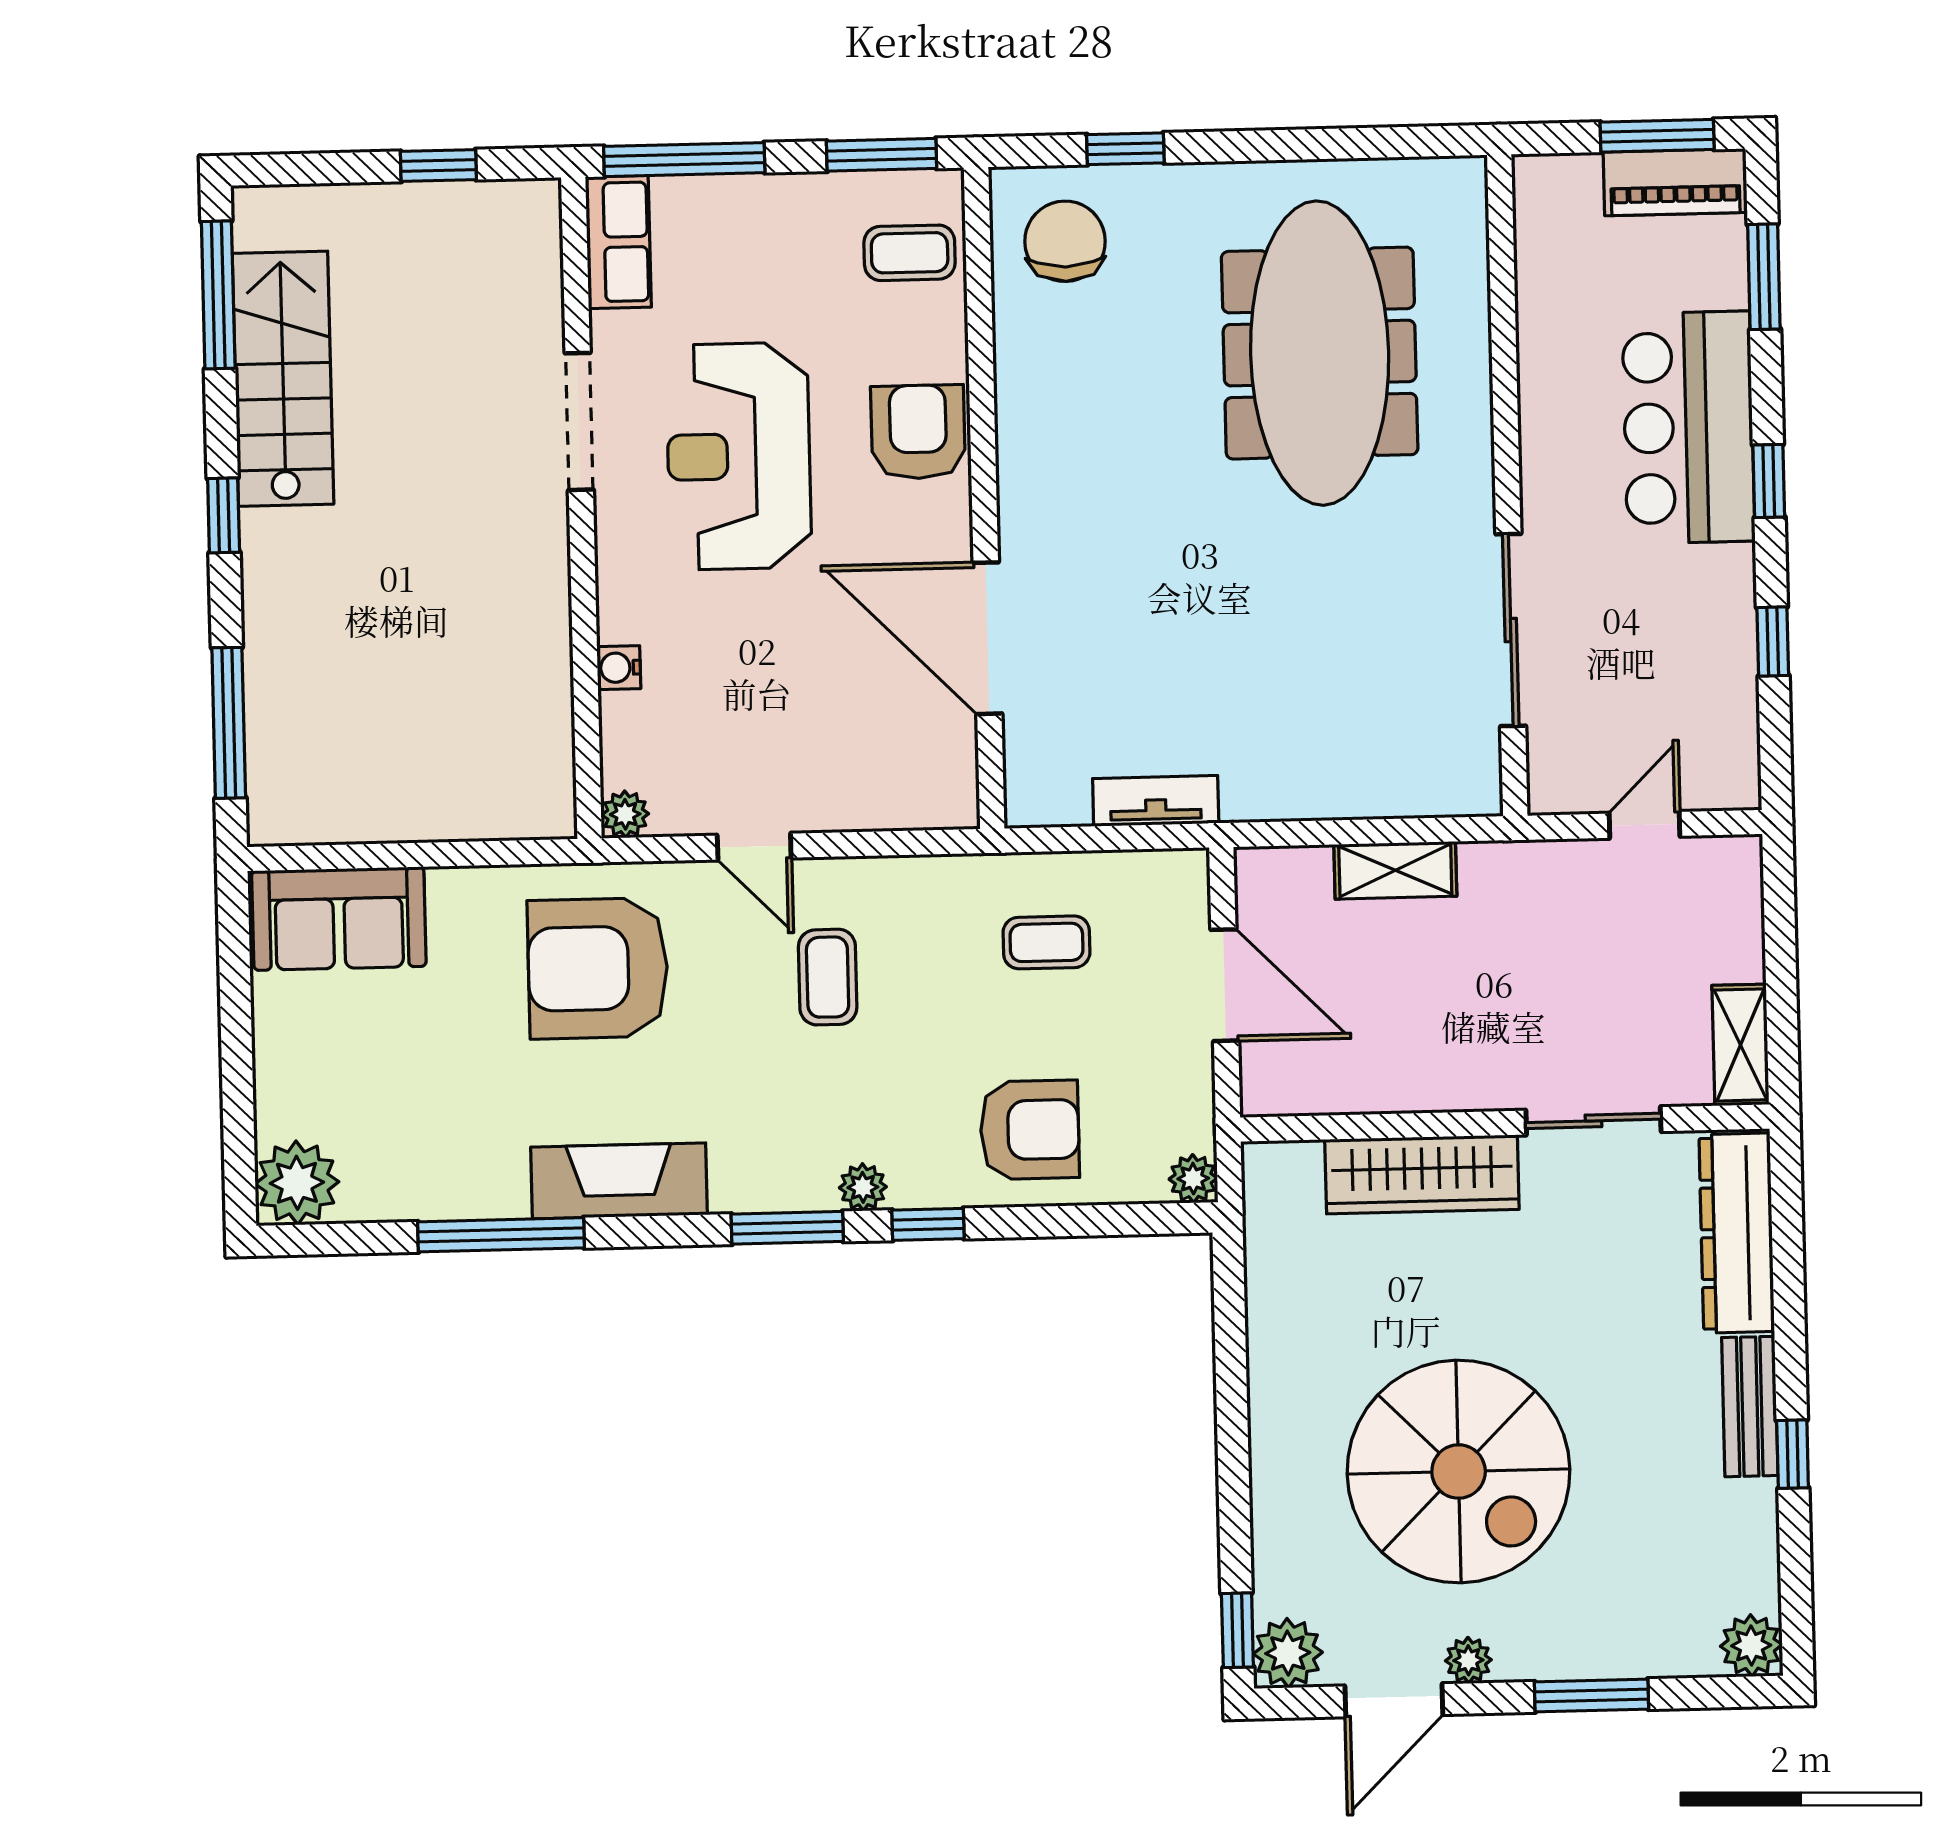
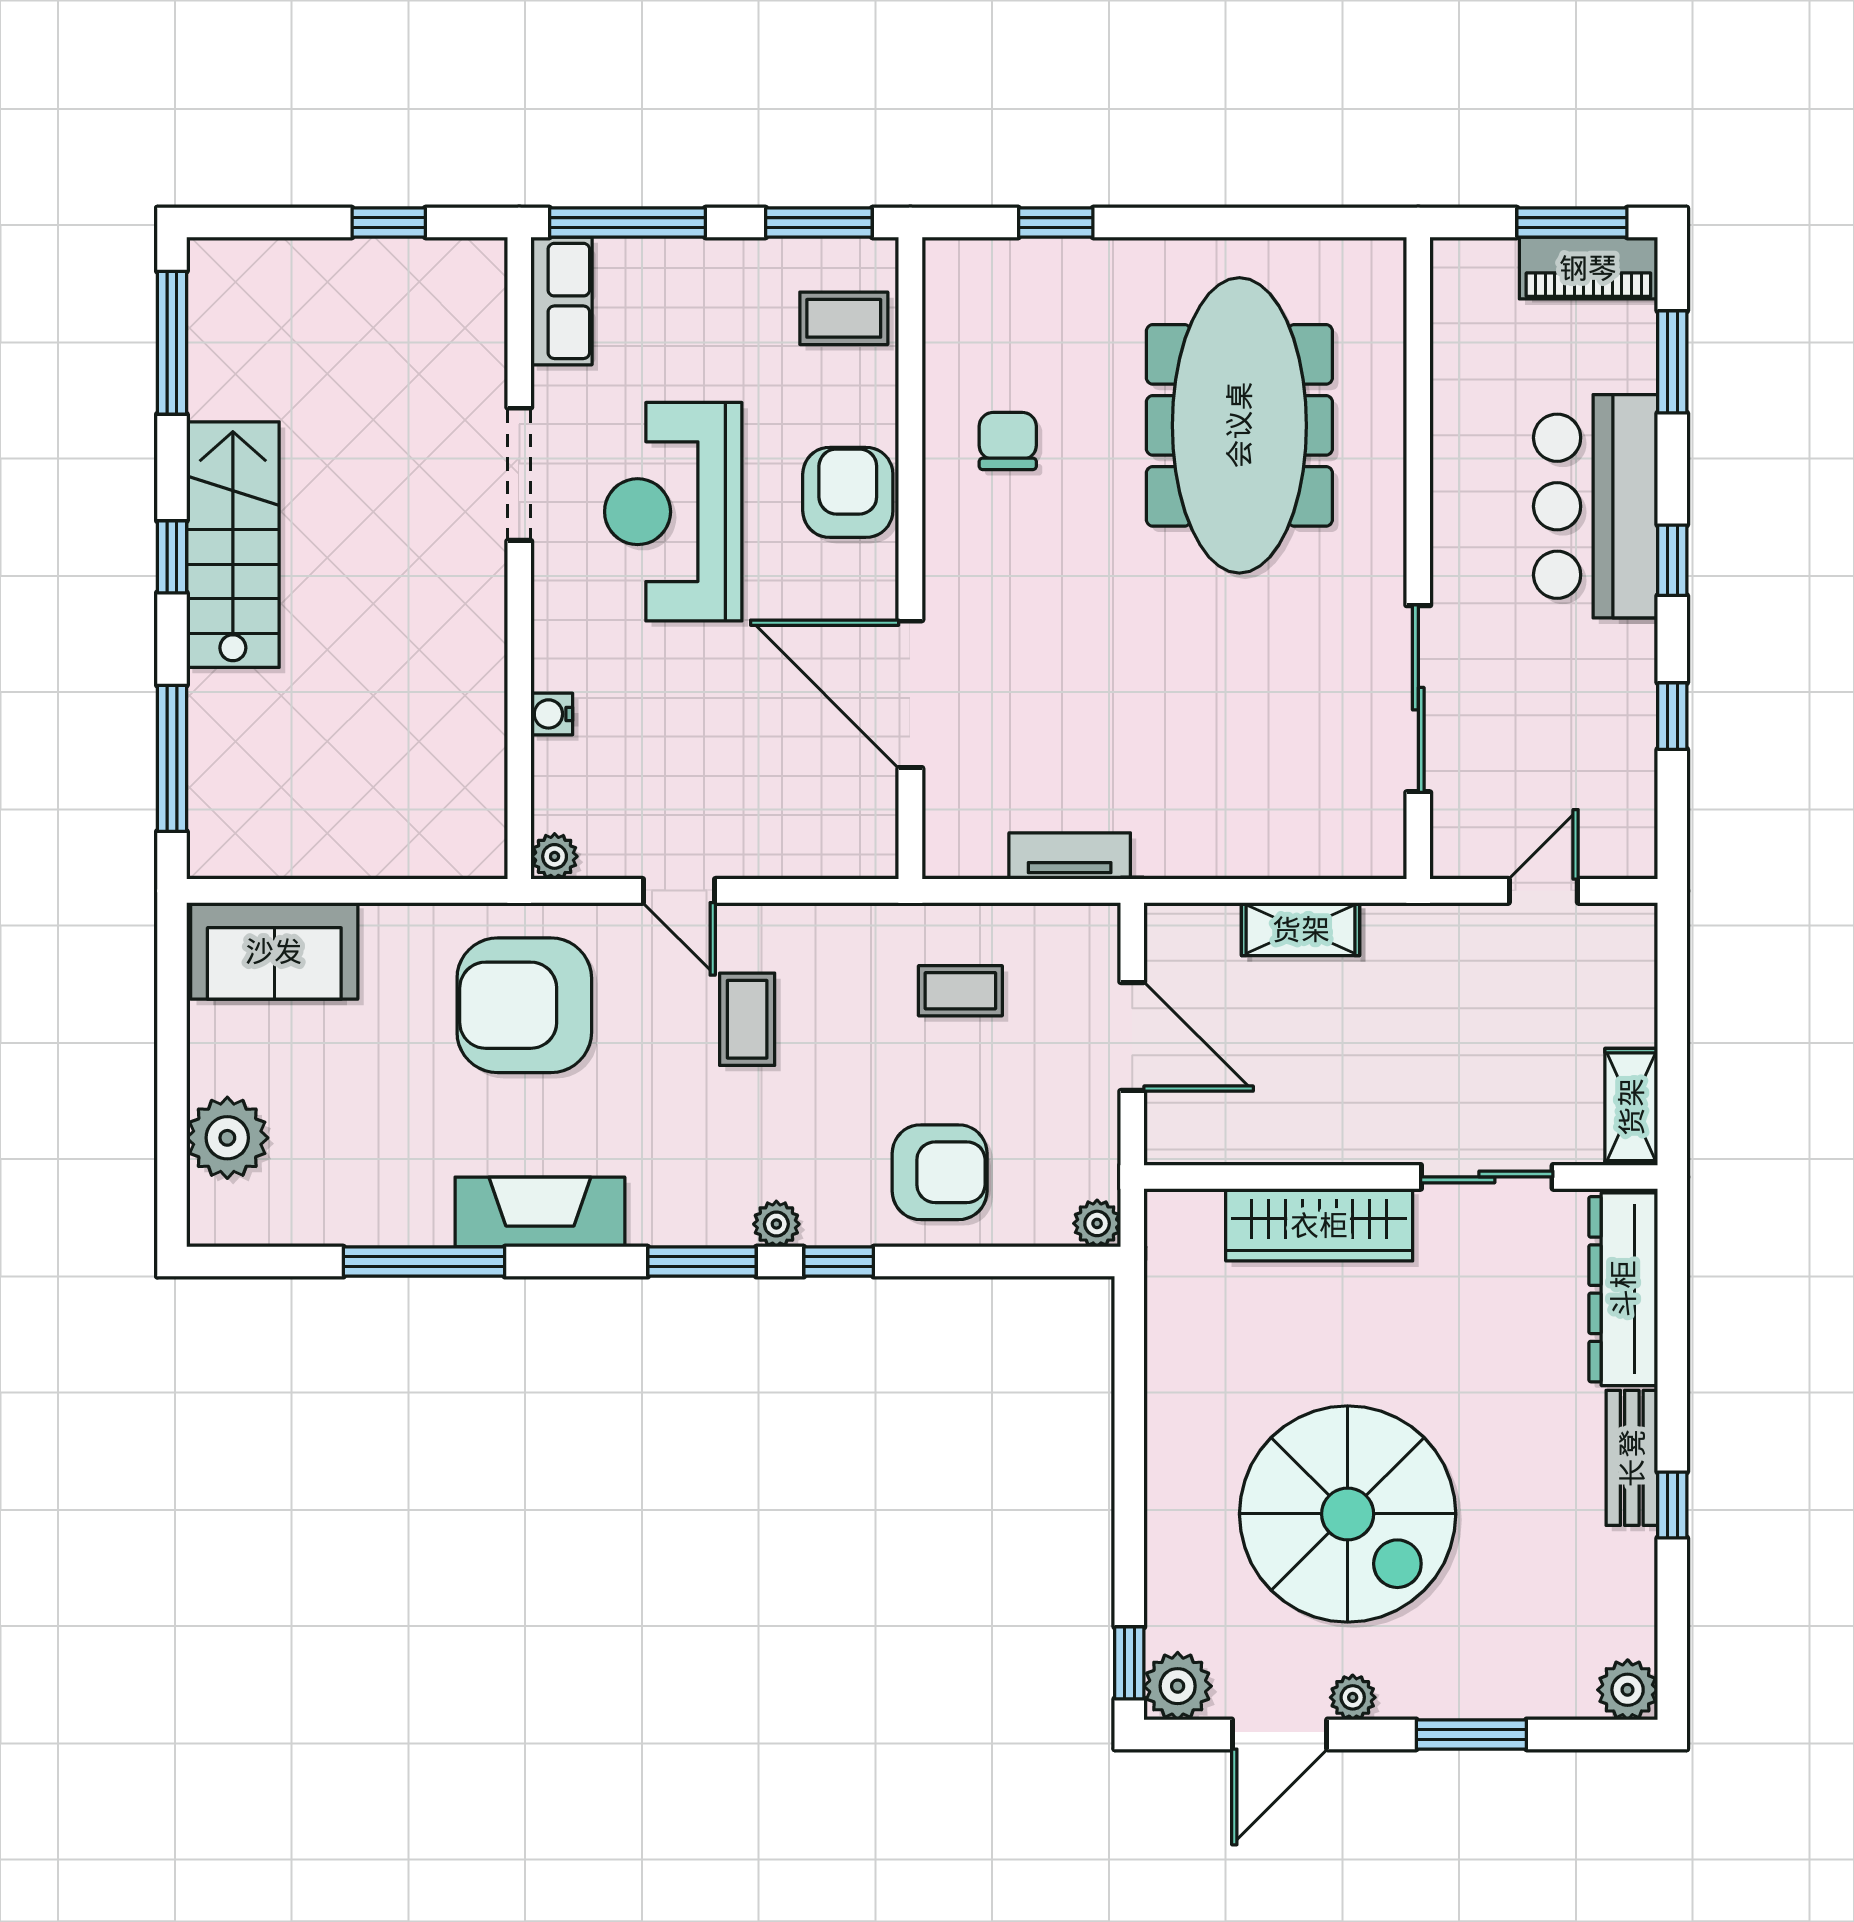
chair: (1065, 241) -> (1008, 441), moved, width x0.73, depth x0.73
stairs: (283, 379) -> (233, 545), moved
plant: (297, 1183) -> (227, 1138), moved

